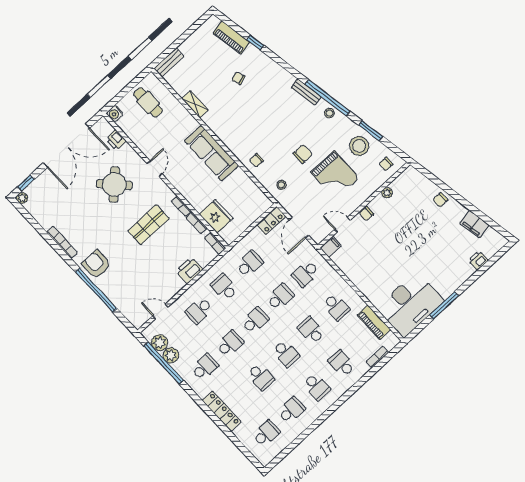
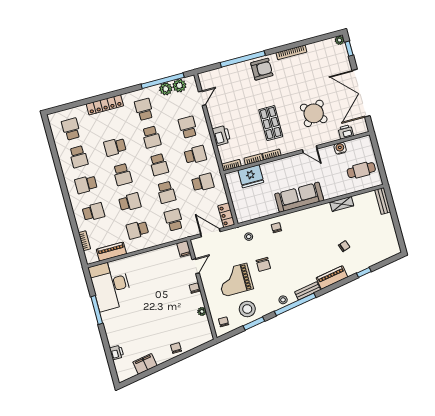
piano: (231, 38) -> (332, 277), moved
water cooler: (115, 114) -> (340, 148), moved
school desk: (250, 264) -> (203, 182), turned -90
school desk: (286, 354) -> (122, 174), turned -90
school desk: (205, 367) -> (144, 109), turned 180
school desk: (266, 433) -> (71, 129), turned 180

